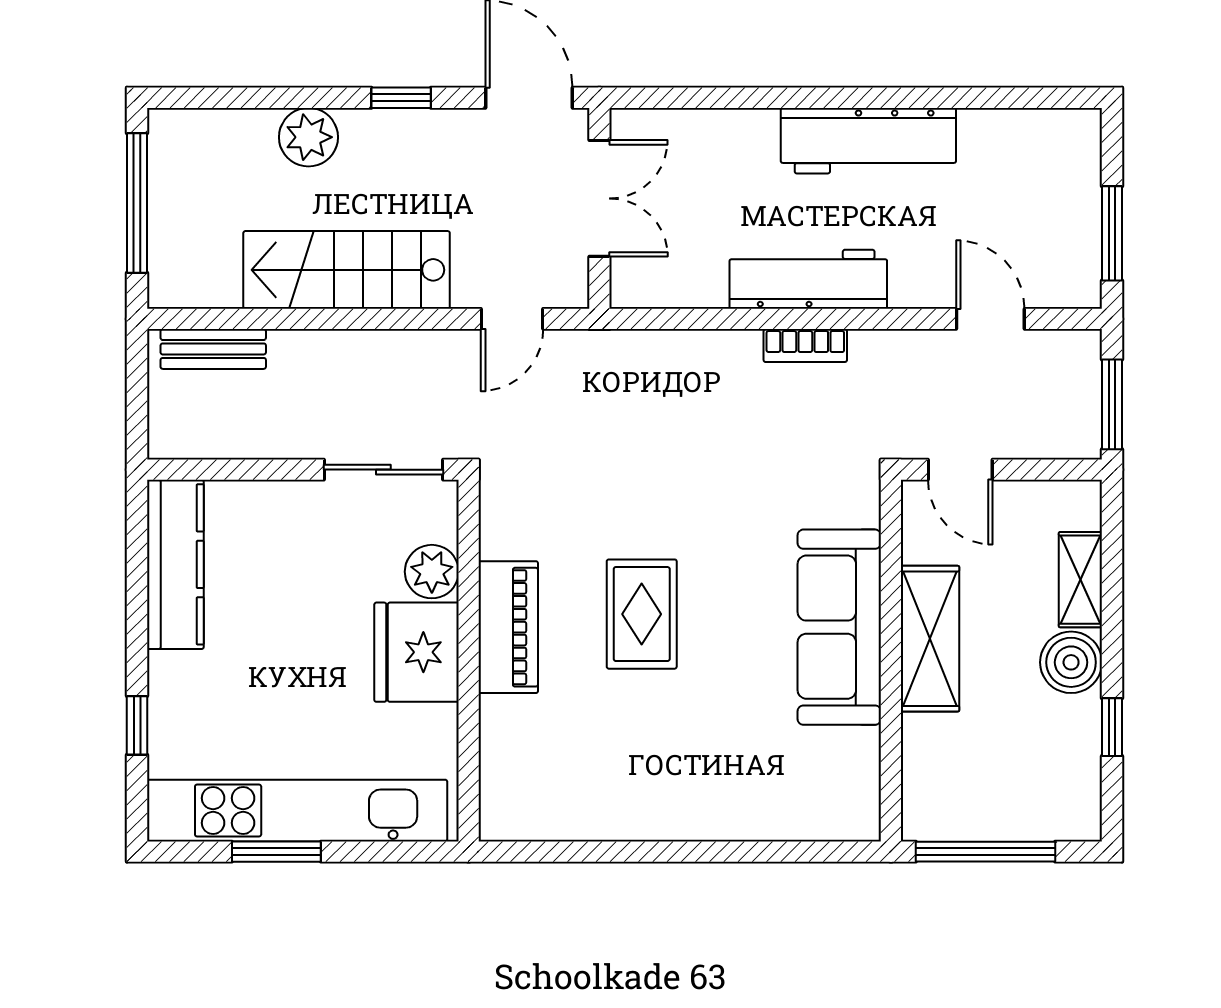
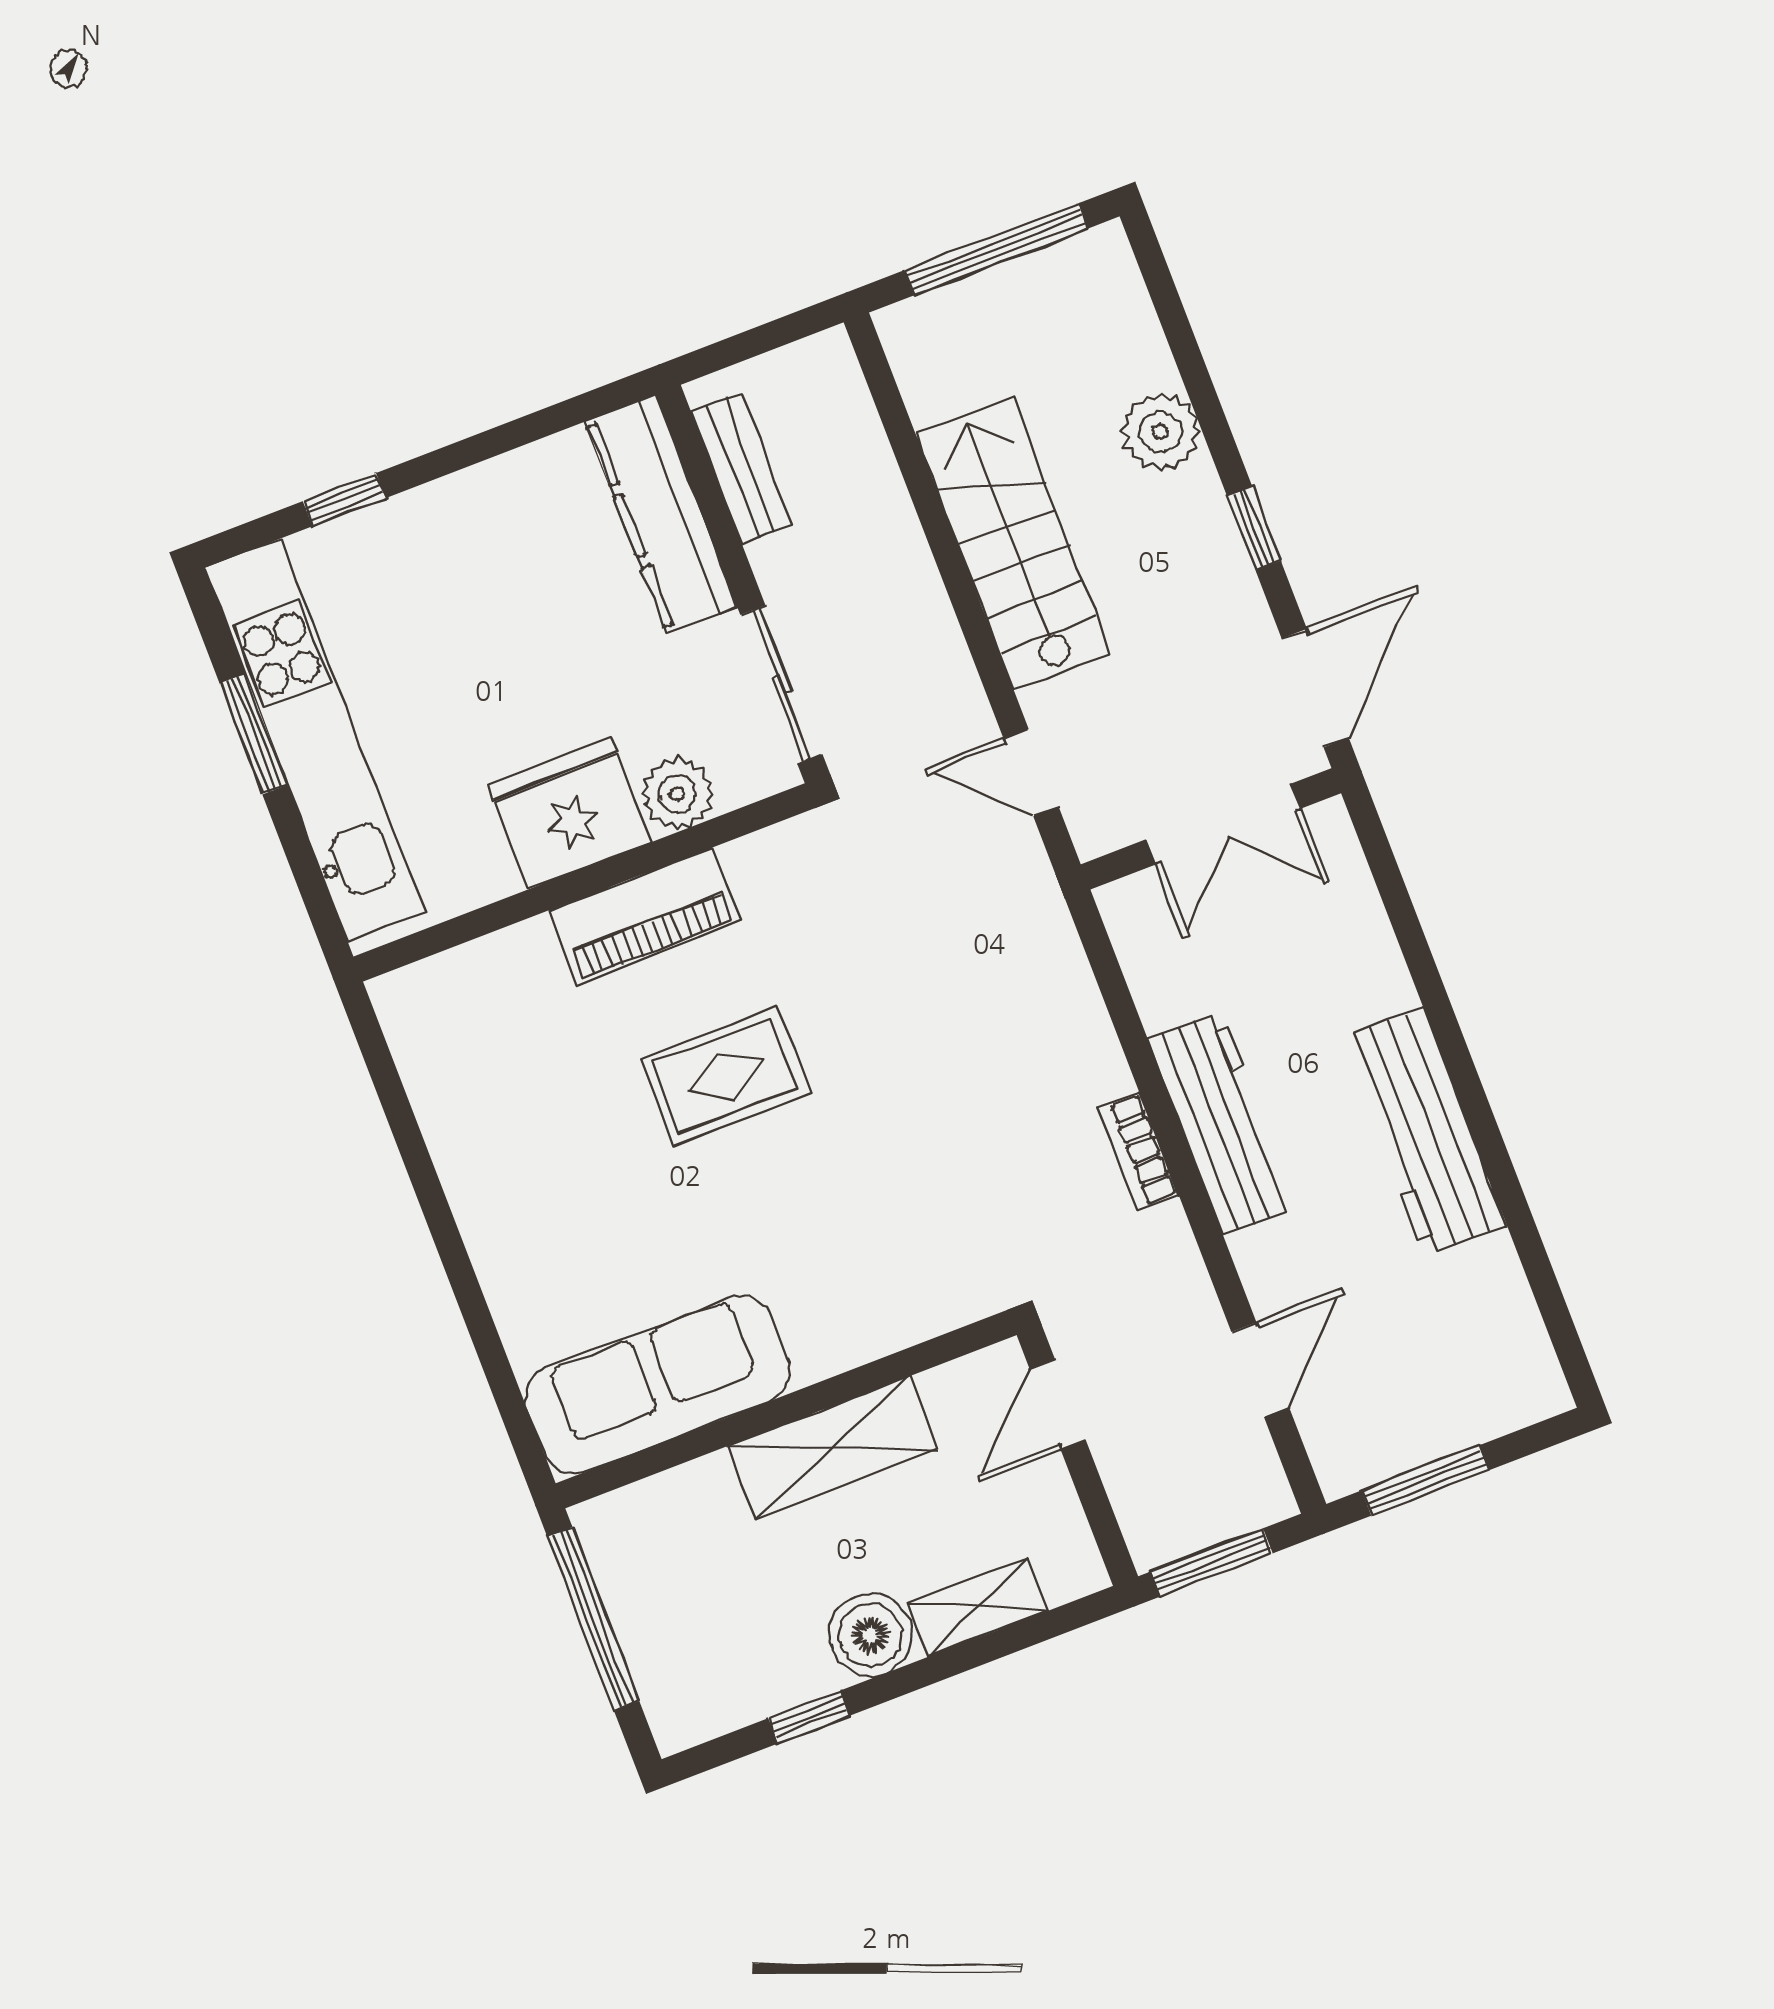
bench: (213, 349) -> (741, 468), moved
kitchen counter: (175, 564) -> (661, 514), moved, turned 90
sofa: (839, 627) -> (658, 1385), moved

